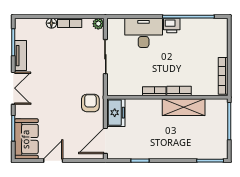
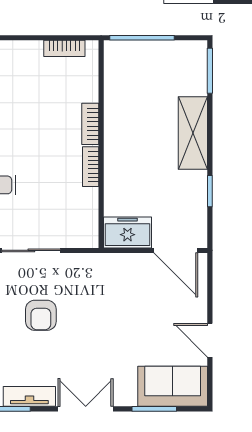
bookcase: (223, 76) -> (64, 48), width x0.64
armchair: (90, 103) -> (41, 315), moved, turned -90
shelving: (184, 107) -> (193, 133), moved

